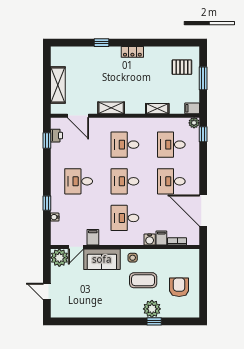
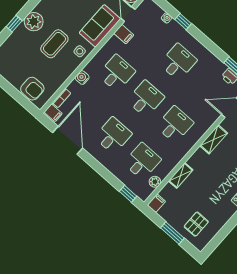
plant: (194, 123) -> (155, 182), moved
door: (203, 210) -> (68, 140), hinge flipped
filing cabinet: (161, 238) -> (53, 113), moved
armchair: (179, 287) -> (32, 89), moved
plant: (152, 309) -> (34, 22), moved

